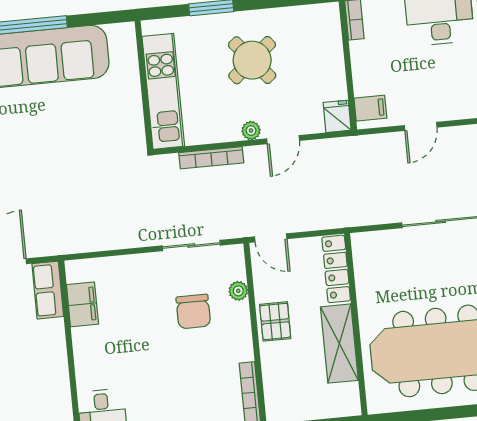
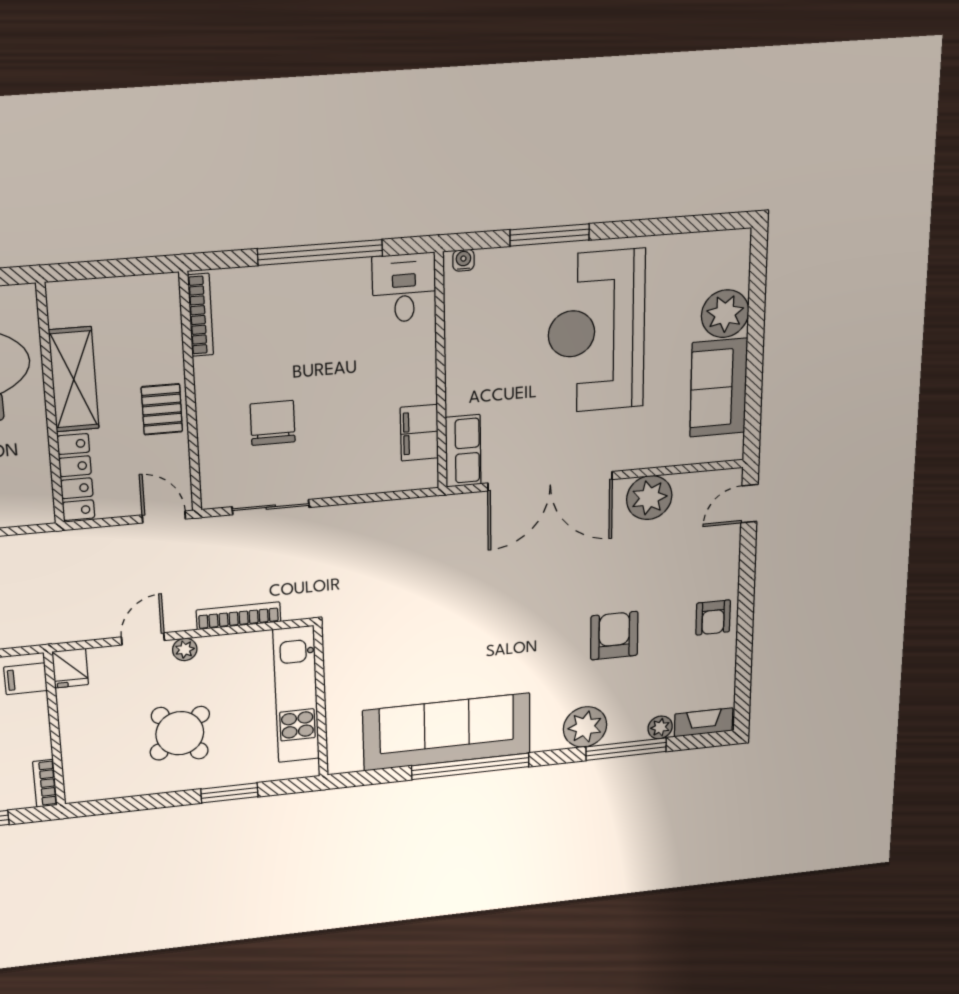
plant: (238, 291) -> (211, 449), removed

